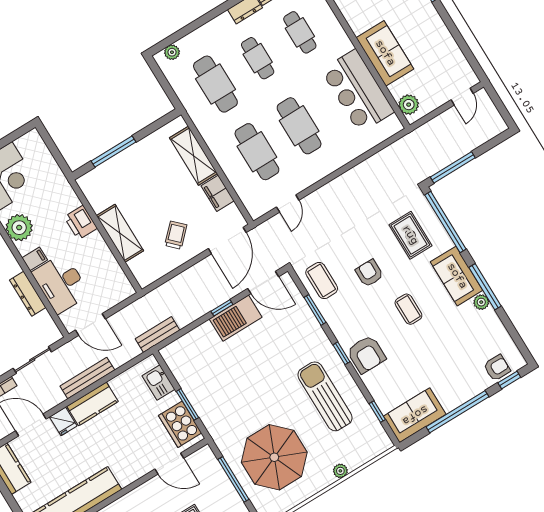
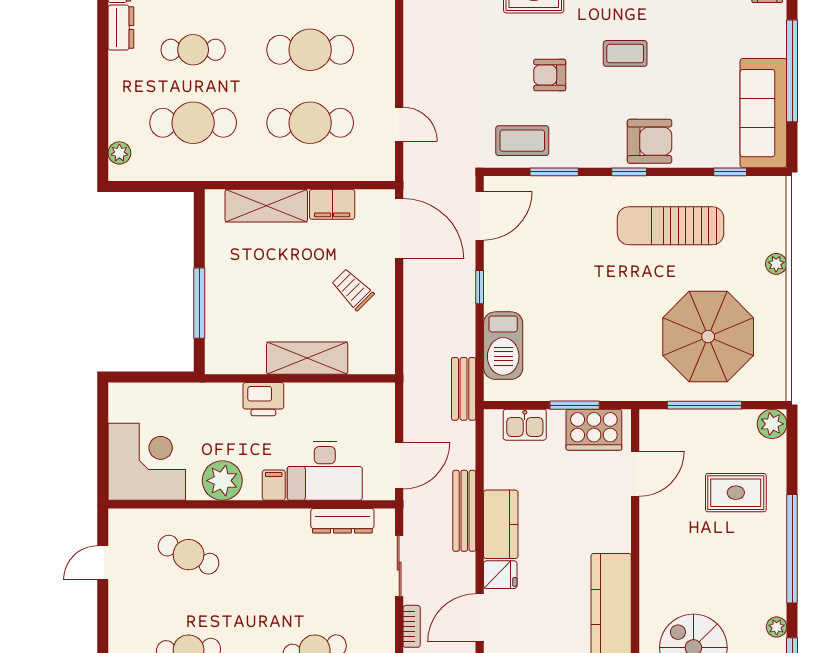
dresser: (28, 294) -> (342, 521), moved
barbecue: (236, 318) -> (503, 346), moved
sofa: (415, 415) -> (763, 113), width x1.36

